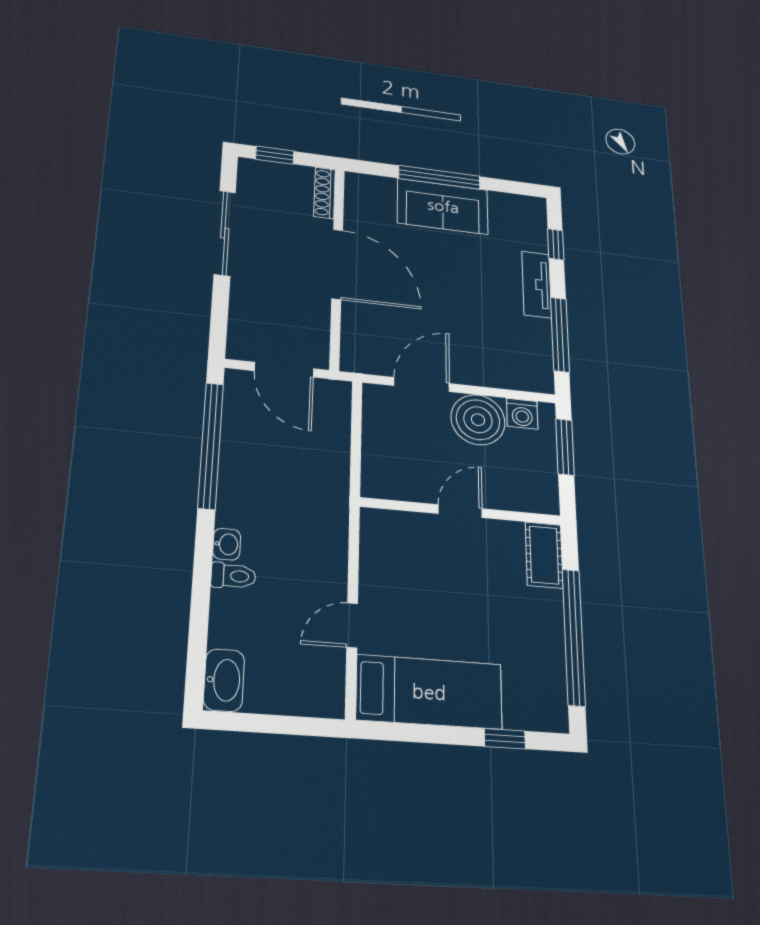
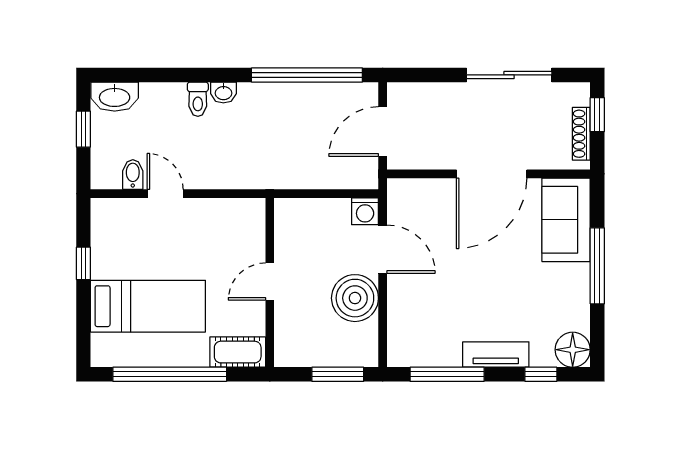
shoe rack: (325, 193) -> (581, 134), moved, turned -90
sofa: (443, 206) -> (566, 220), moved
floor lamp: (529, 212) -> (573, 350), added
washing machine: (522, 414) -> (365, 211), moved, turned -90
door: (460, 511) -> (270, 282), swing flipped
bidet: (327, 664) -> (133, 174), added
bed: (429, 692) -> (148, 306), moved, turned -90
window: (265, 724) -> (83, 129), added
window: (505, 739) -> (83, 263), moved

